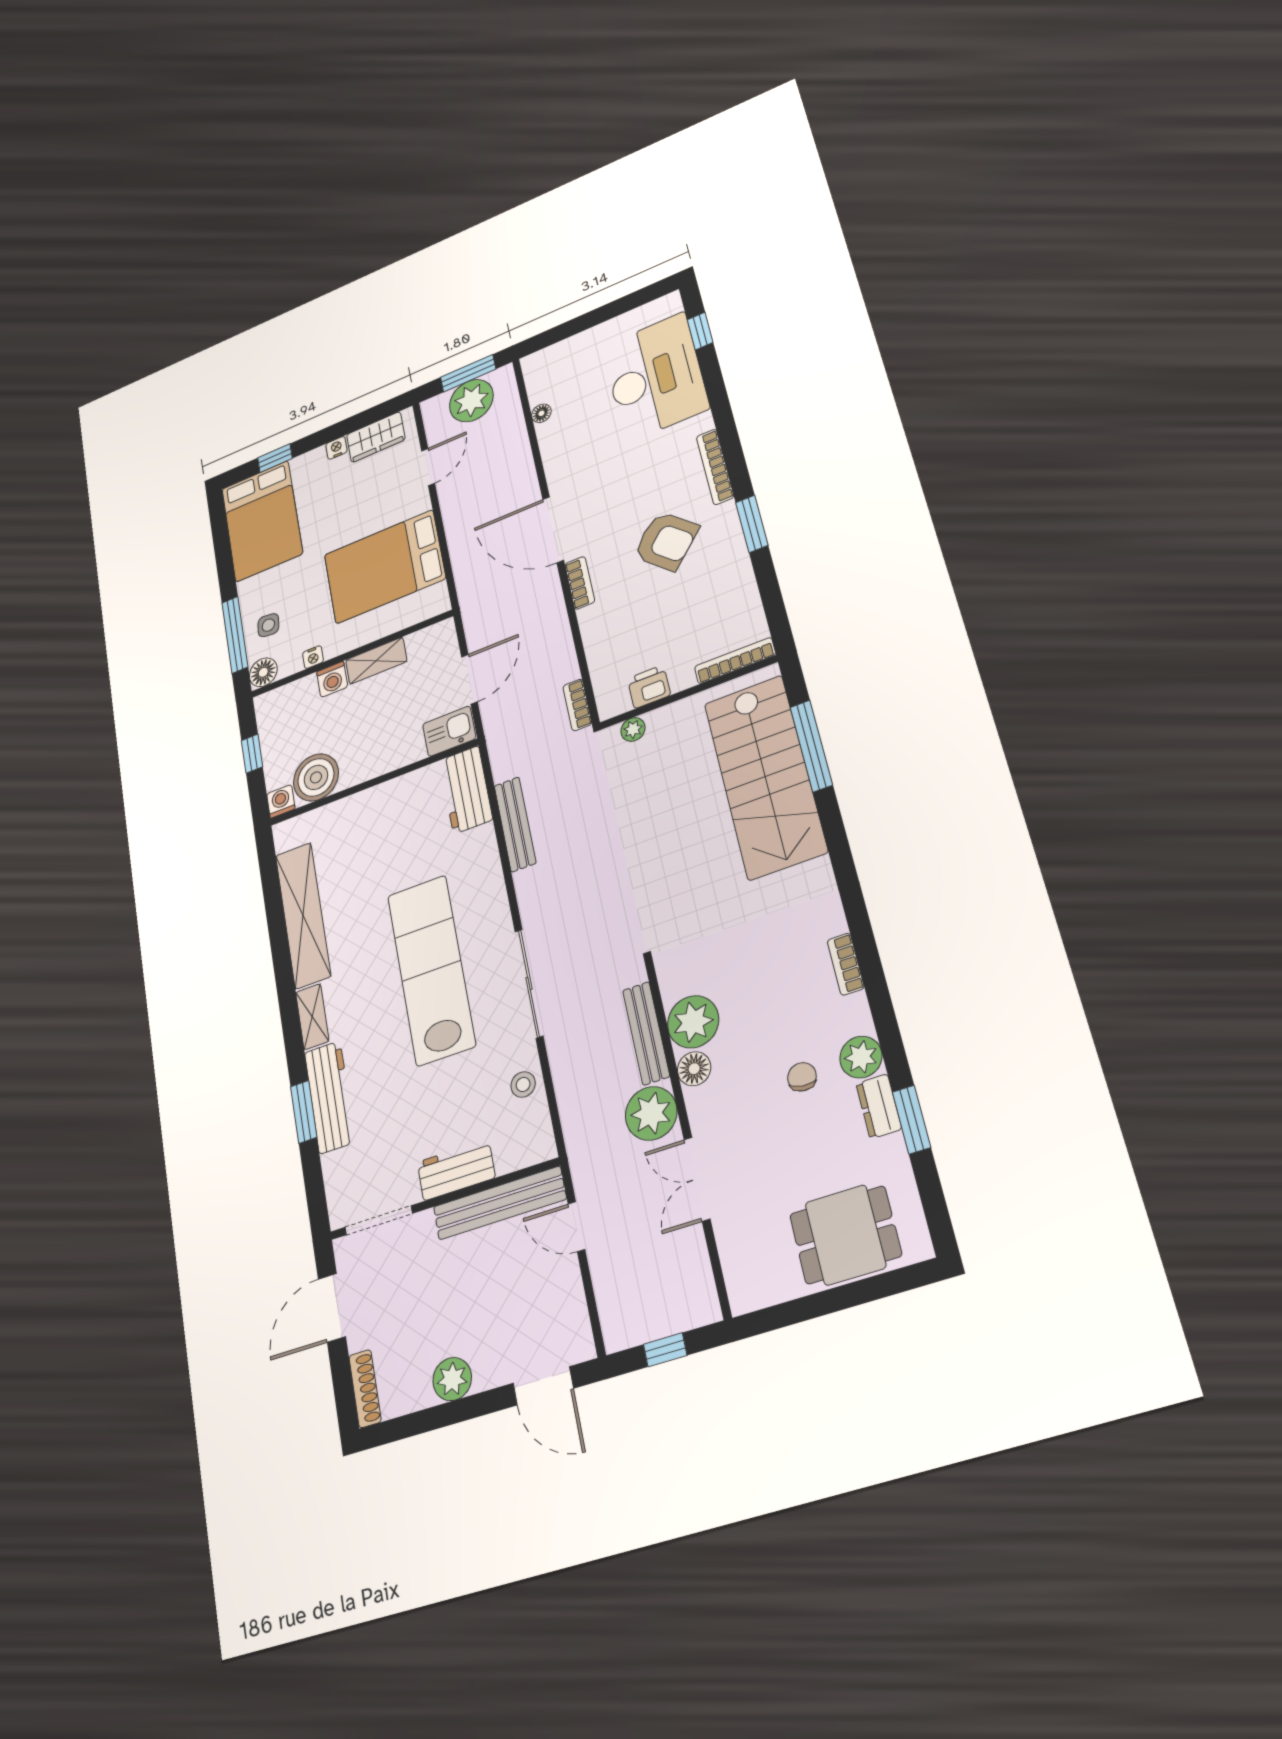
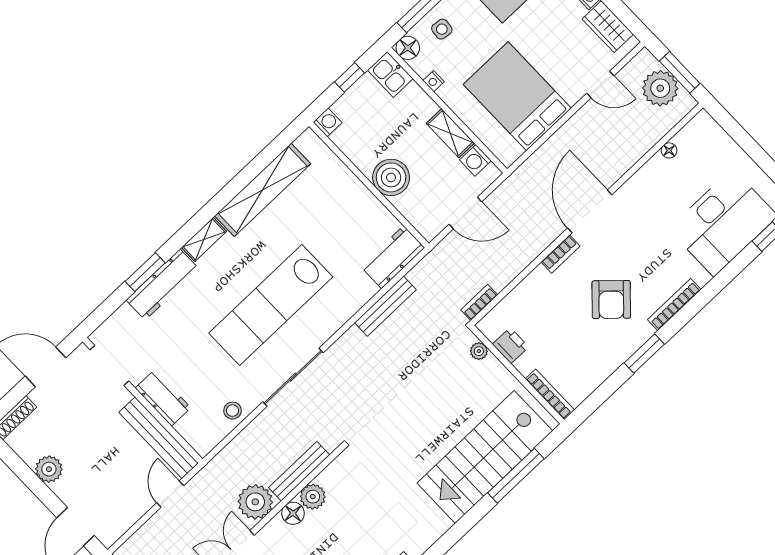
washing machine: (332, 679) -> (475, 160), moved
kitchen sink: (449, 731) -> (390, 74), moved, turned 180
boiler: (316, 777) -> (391, 177), moved
lab bench: (431, 970) -> (271, 305), turned 180
plant: (693, 1022) -> (313, 497), width x0.73, depth x0.73

